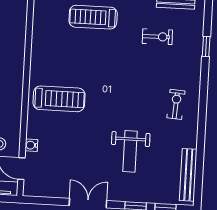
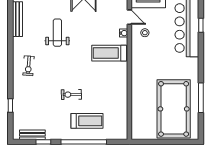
exercise bike: (157, 37) -> (71, 95), moved
treadmill: (59, 99) -> (109, 53), moved

